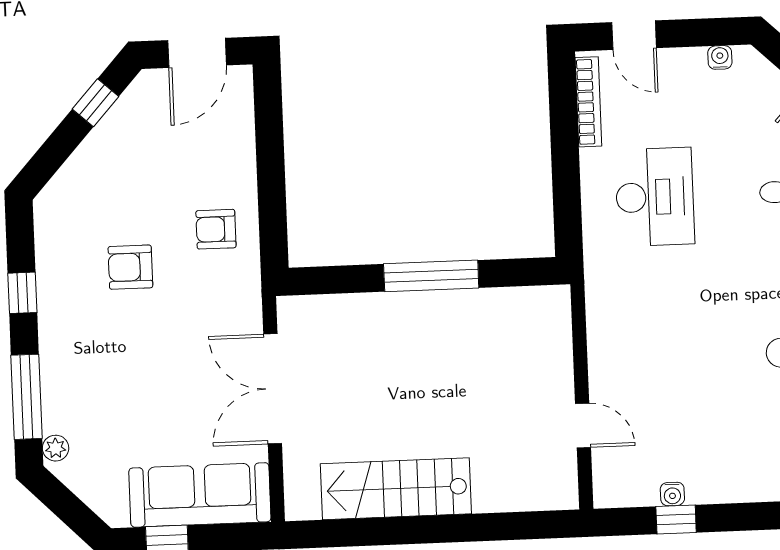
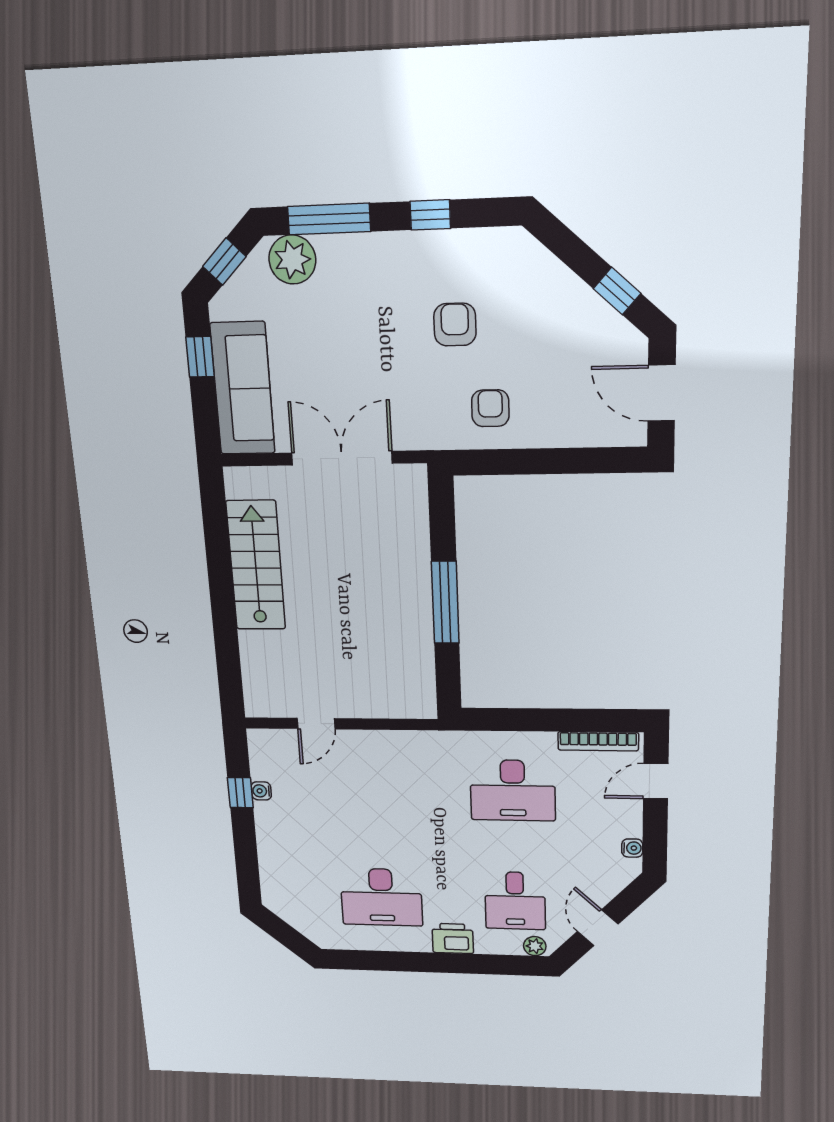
plant: (56, 448) -> (292, 259), width x1.88, depth x1.88
window: (69, 508) -> (224, 261), added

